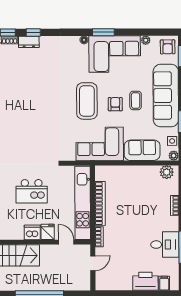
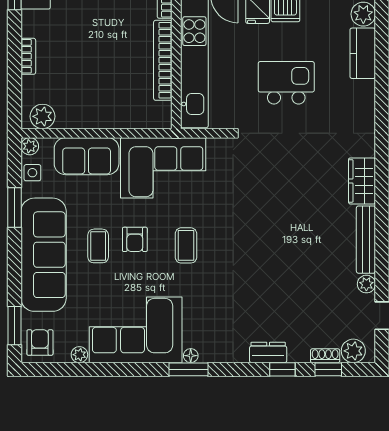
window: (103, 32) -> (189, 369), moved
dresser: (29, 42) -> (268, 352), moved
coffee table: (87, 101) -> (186, 245), width x0.54, depth x0.58

